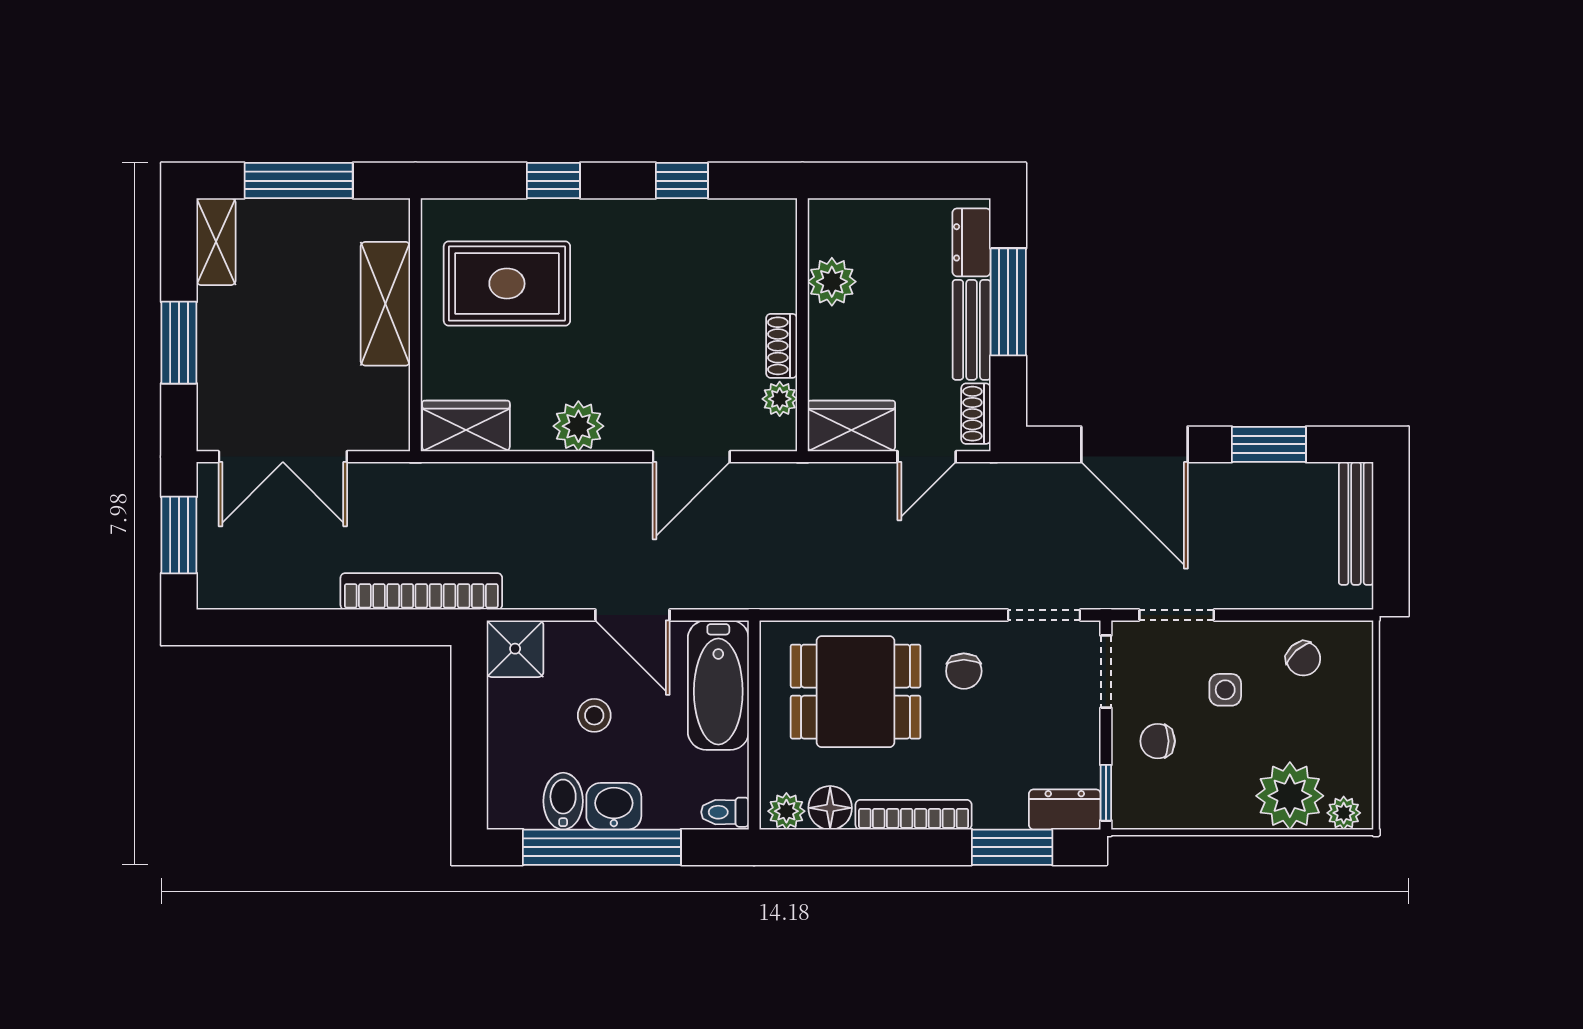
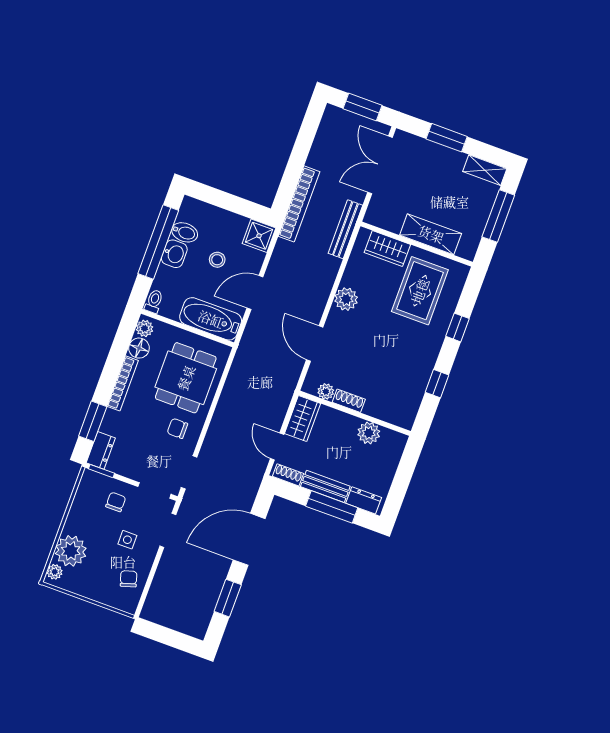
wardrobe: (466, 426) -> (387, 249), moved, turned 90
bench: (1356, 523) -> (345, 229), moved, turned 90
chair: (1303, 659) -> (129, 579), turned 115

